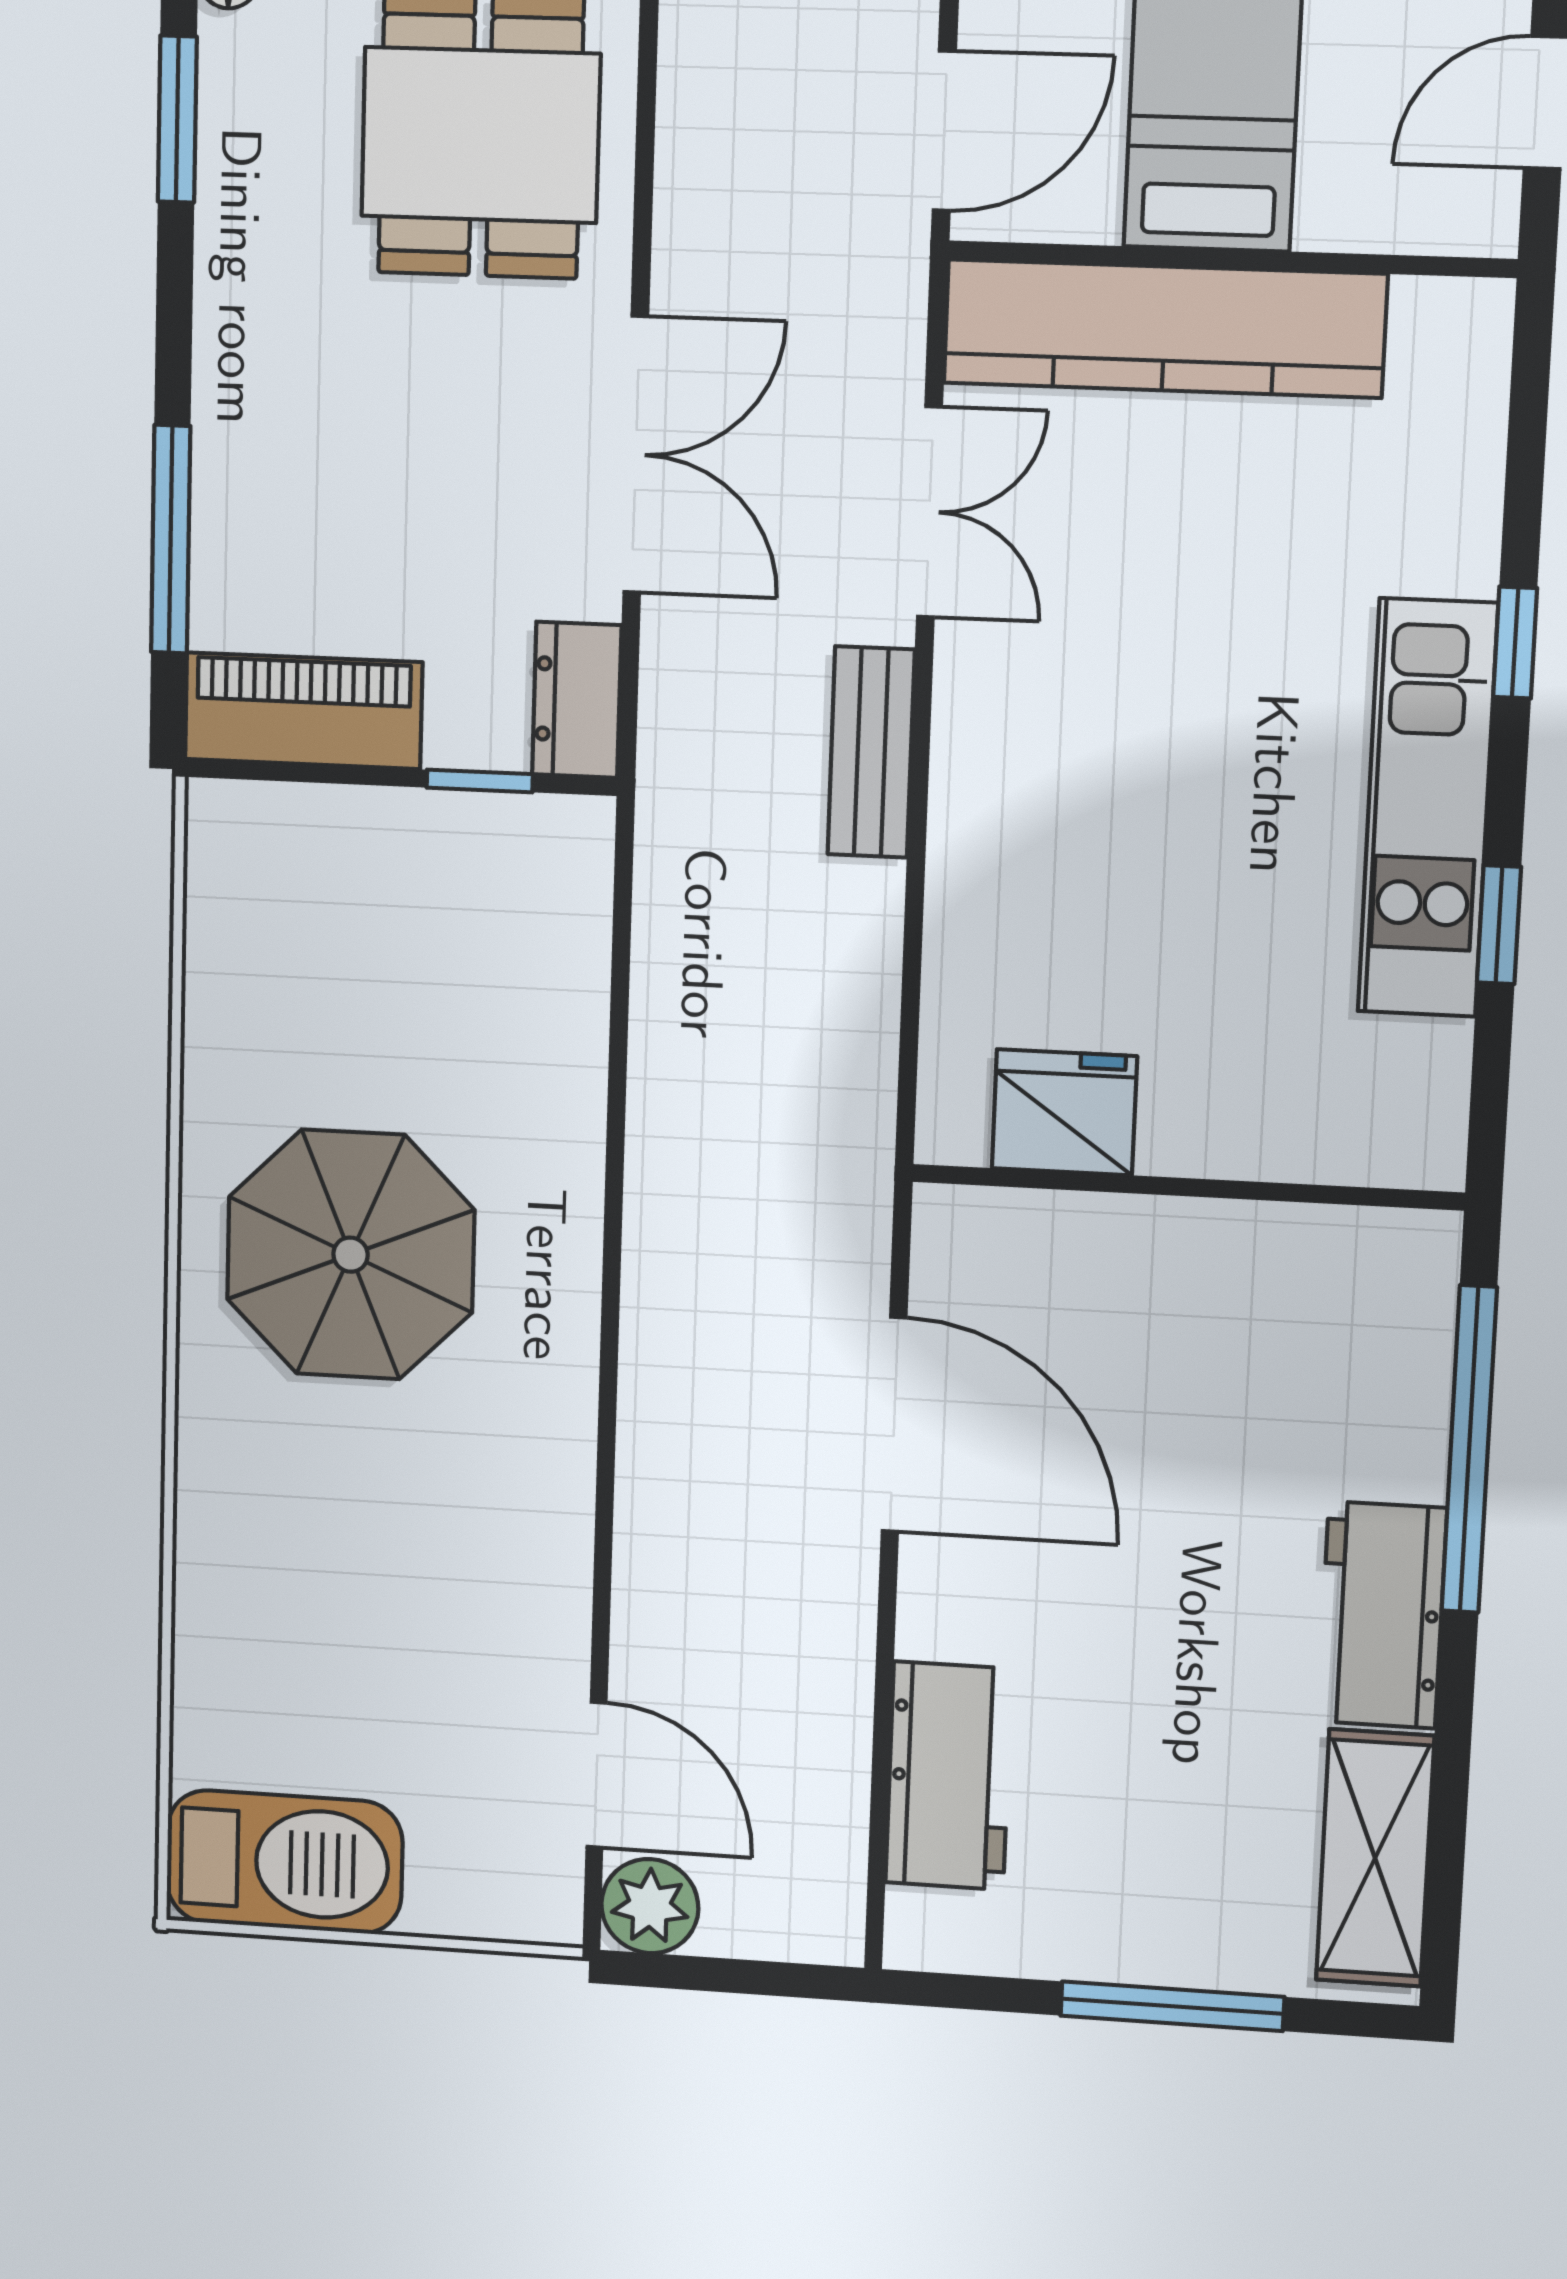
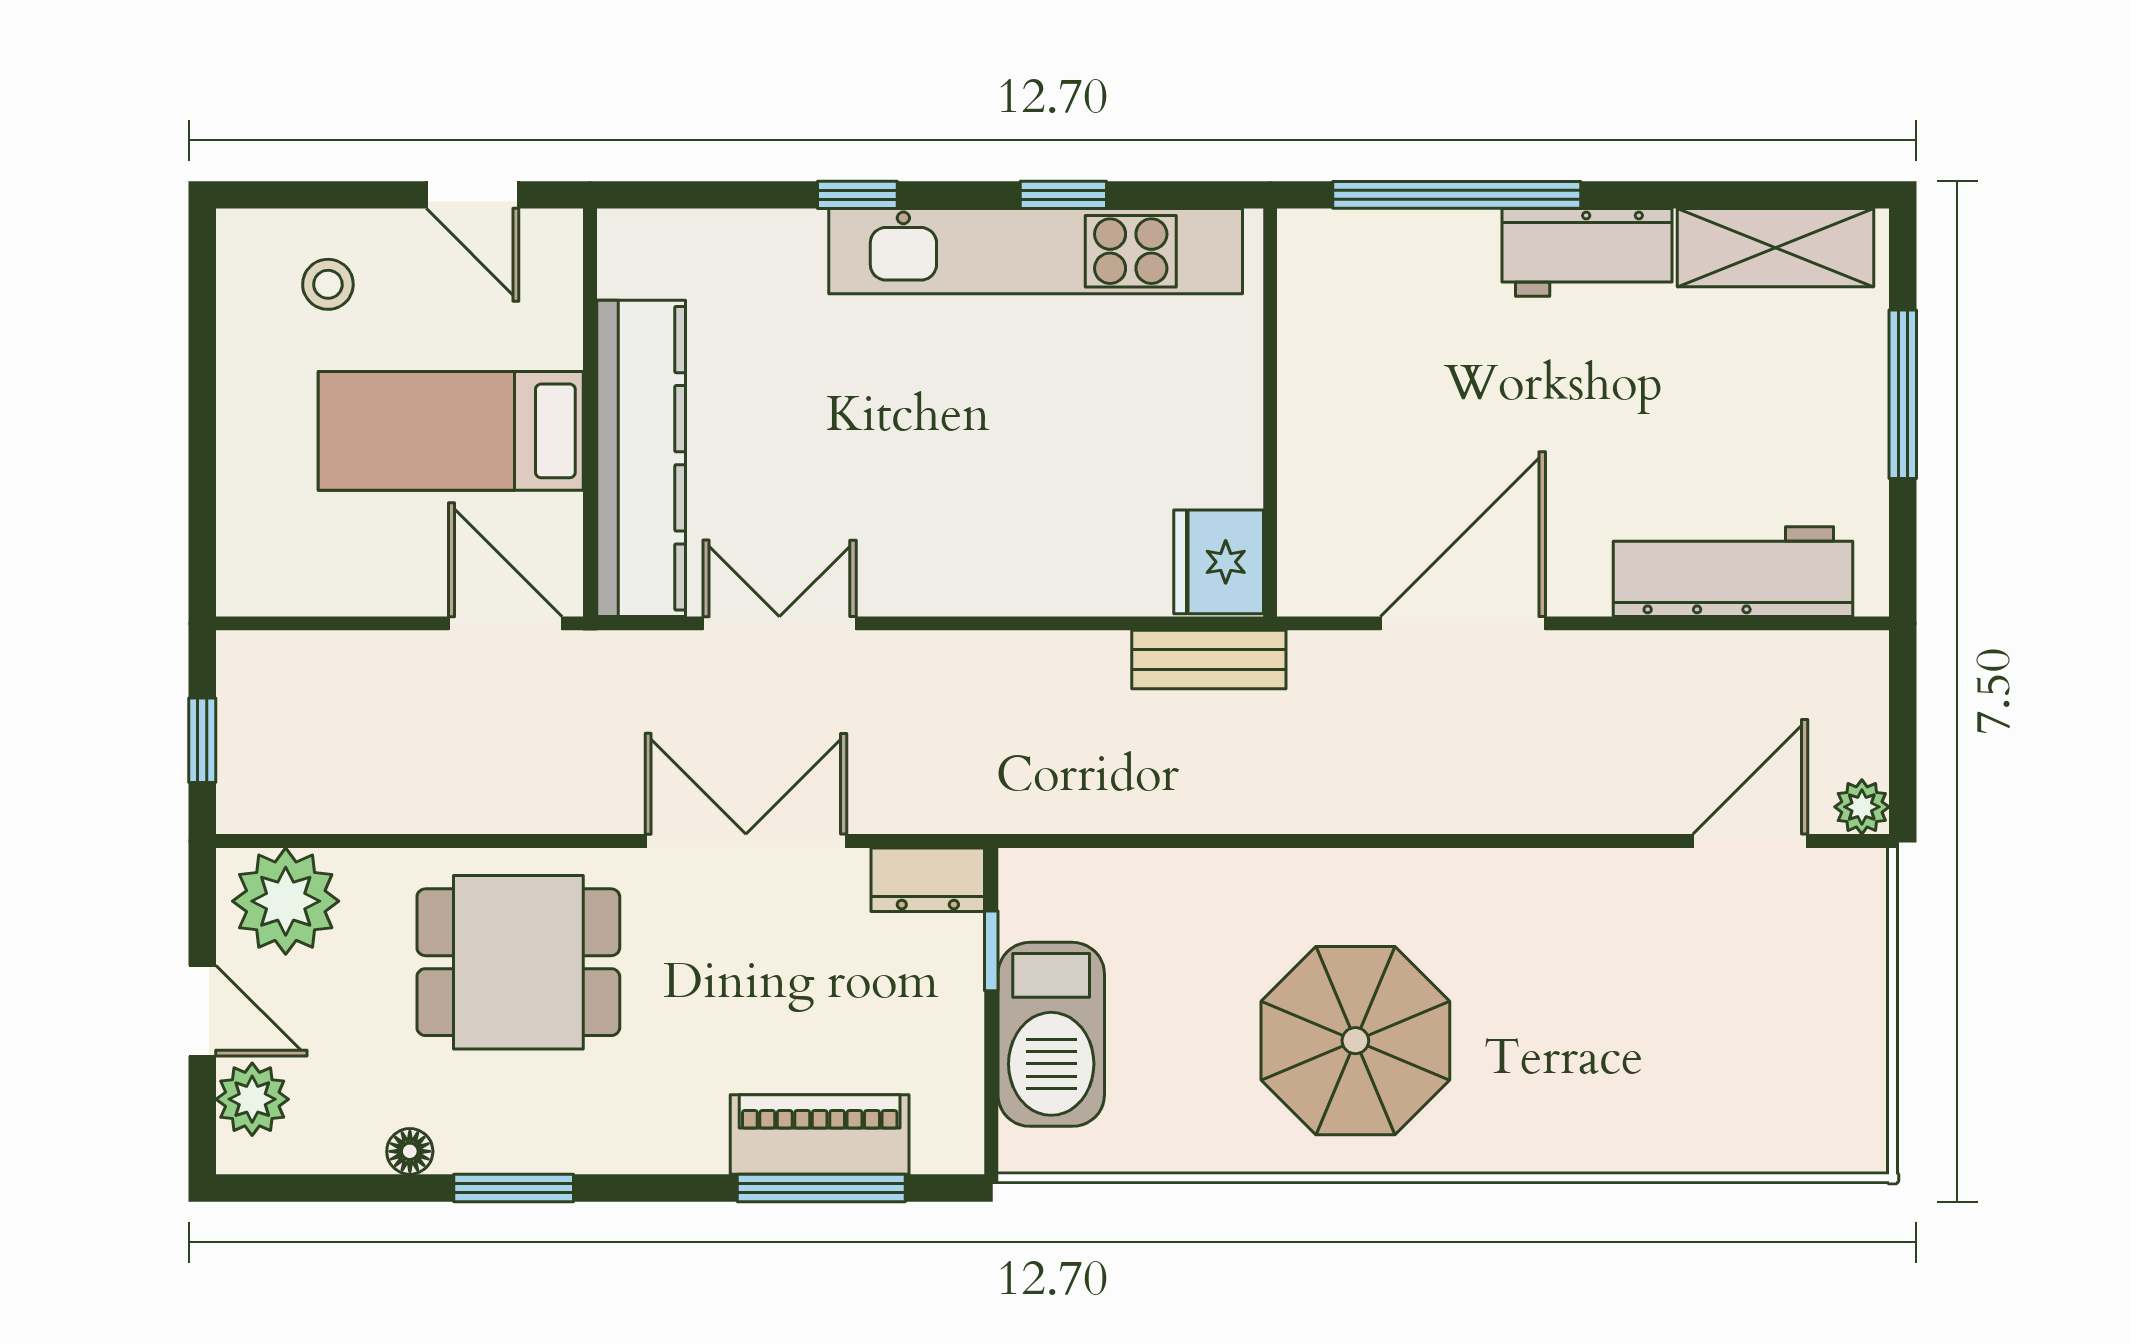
piano: (303, 711) -> (820, 1134), moved, turned 90
bench: (871, 752) -> (1209, 660), moved
kitchen unit: (1428, 808) -> (1036, 251), width x1.36
fridge: (1064, 1112) -> (1219, 562), moved
workbench: (949, 1776) -> (1733, 572), width x1.38
barbecue: (284, 1862) -> (1051, 1034), moved, turned 180
plant: (650, 1906) -> (1862, 807), width x0.73, depth x0.73

